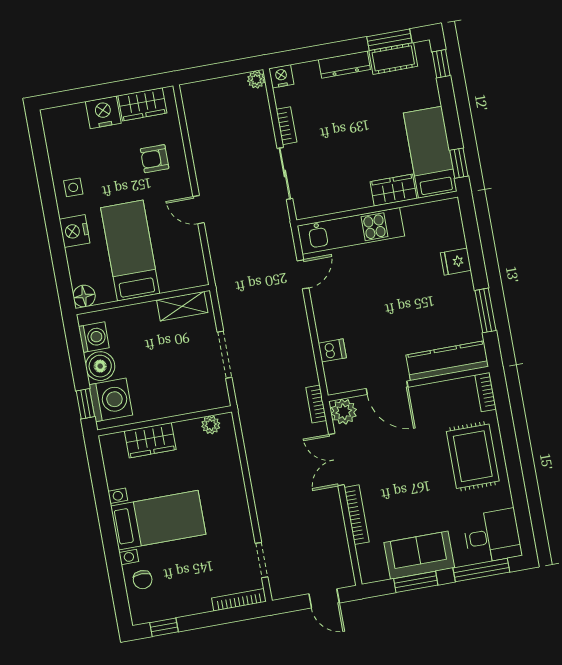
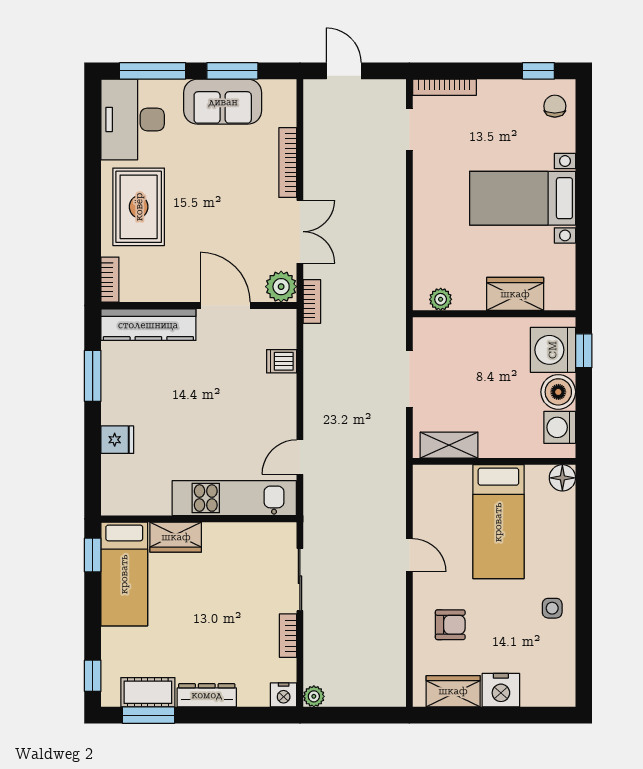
nightstand: (74, 231) -> (560, 556), removed
desk: (492, 536) -> (133, 119), width x1.37
chair: (143, 580) -> (555, 106), moved

